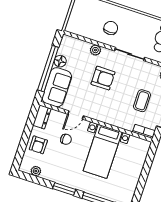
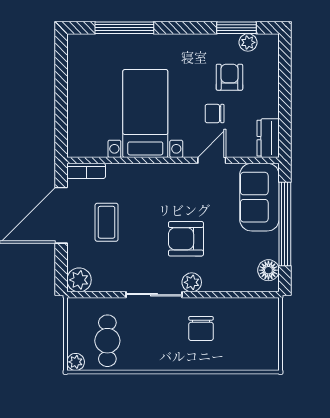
plant: (95, 50) -> (192, 282), moved
floor lamp: (60, 61) -> (268, 270), moved
armchair: (38, 145) -> (229, 77), moved
window: (64, 189) -> (236, 28), moved

